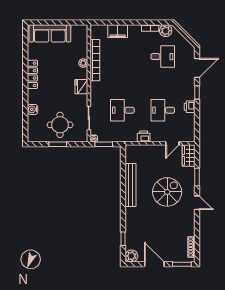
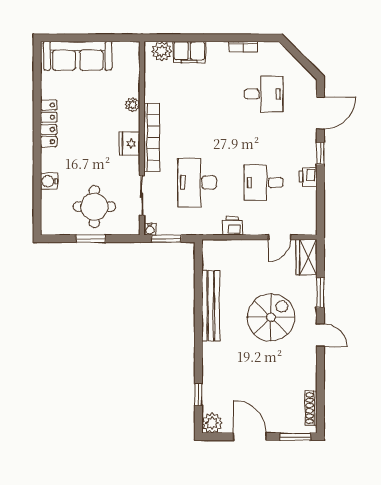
plant: (166, 31) -> (162, 51), moved
bookcase: (95, 60) -> (152, 137), moved
desk: (122, 110) -> (197, 183), width x1.37

